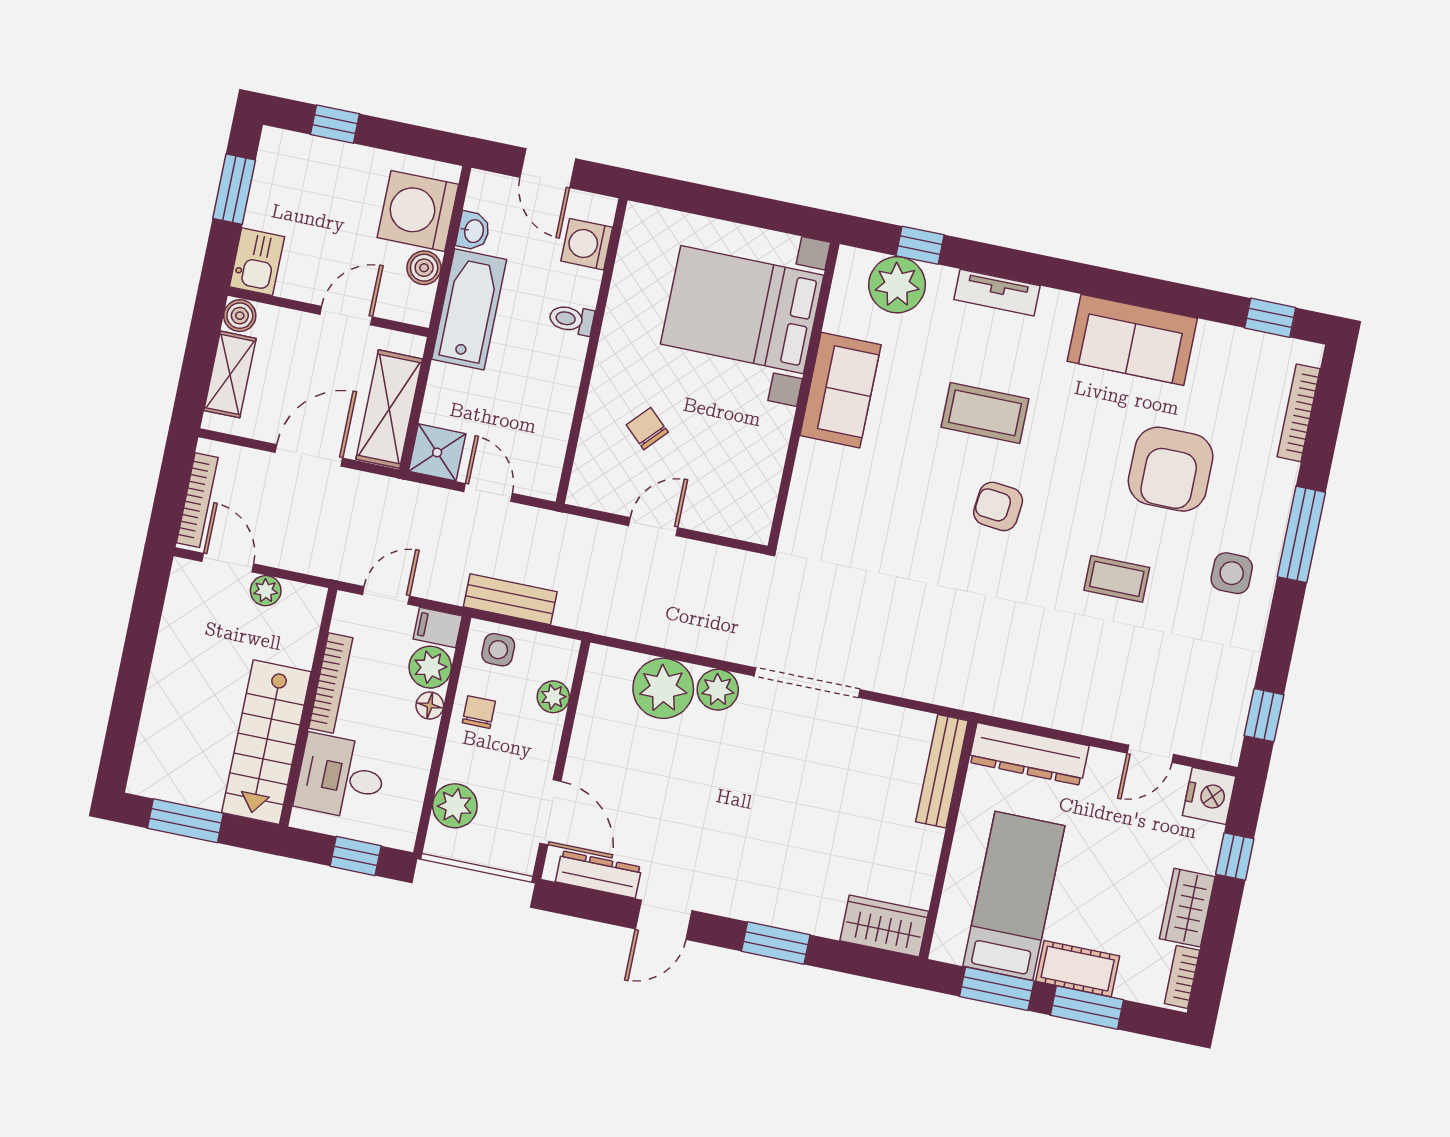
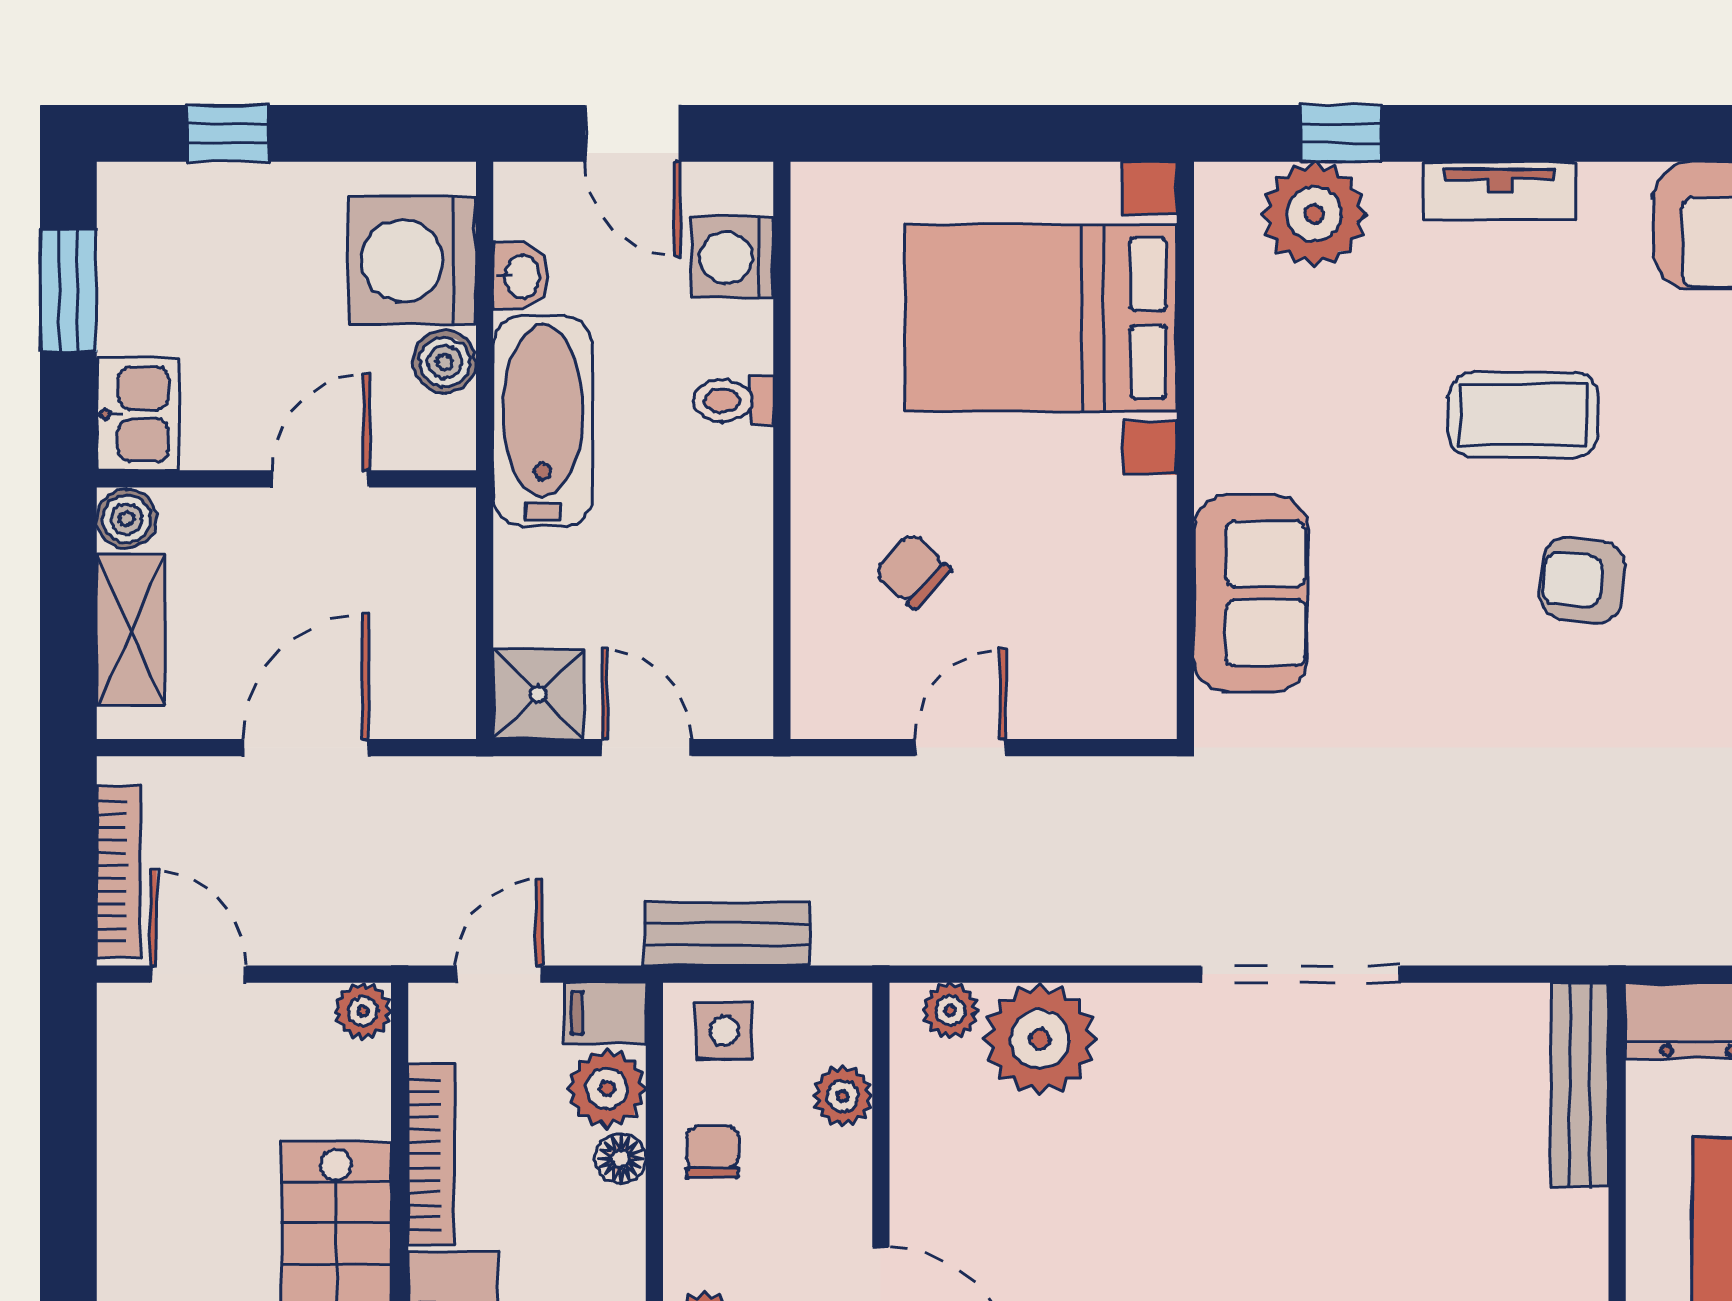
sofa: (840, 390) -> (1251, 593), moved
shelving: (389, 409) -> (434, 633), removed
plant: (266, 591) -> (363, 1011), moved
plant: (718, 690) -> (950, 1010), moved, width x0.73, depth x0.73

